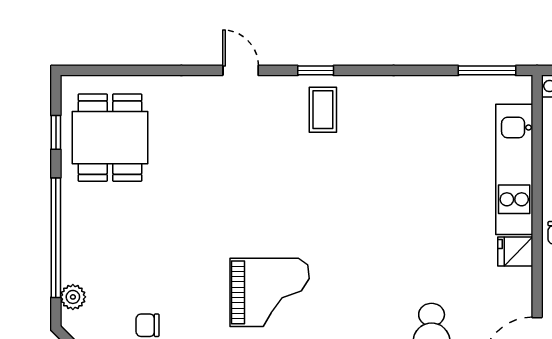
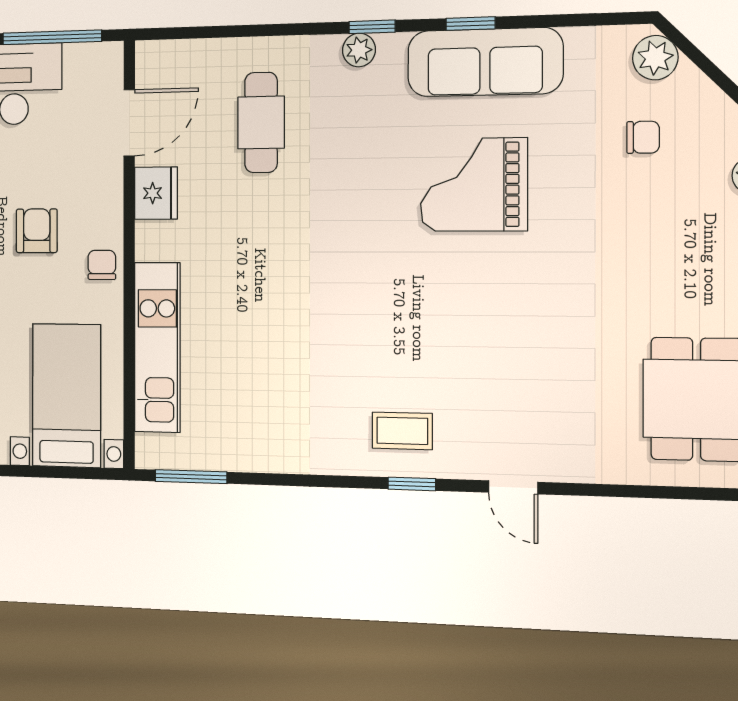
coffee table: (323, 110) -> (402, 431), turned 90
fridge: (515, 251) -> (156, 193), moved, width x1.38

